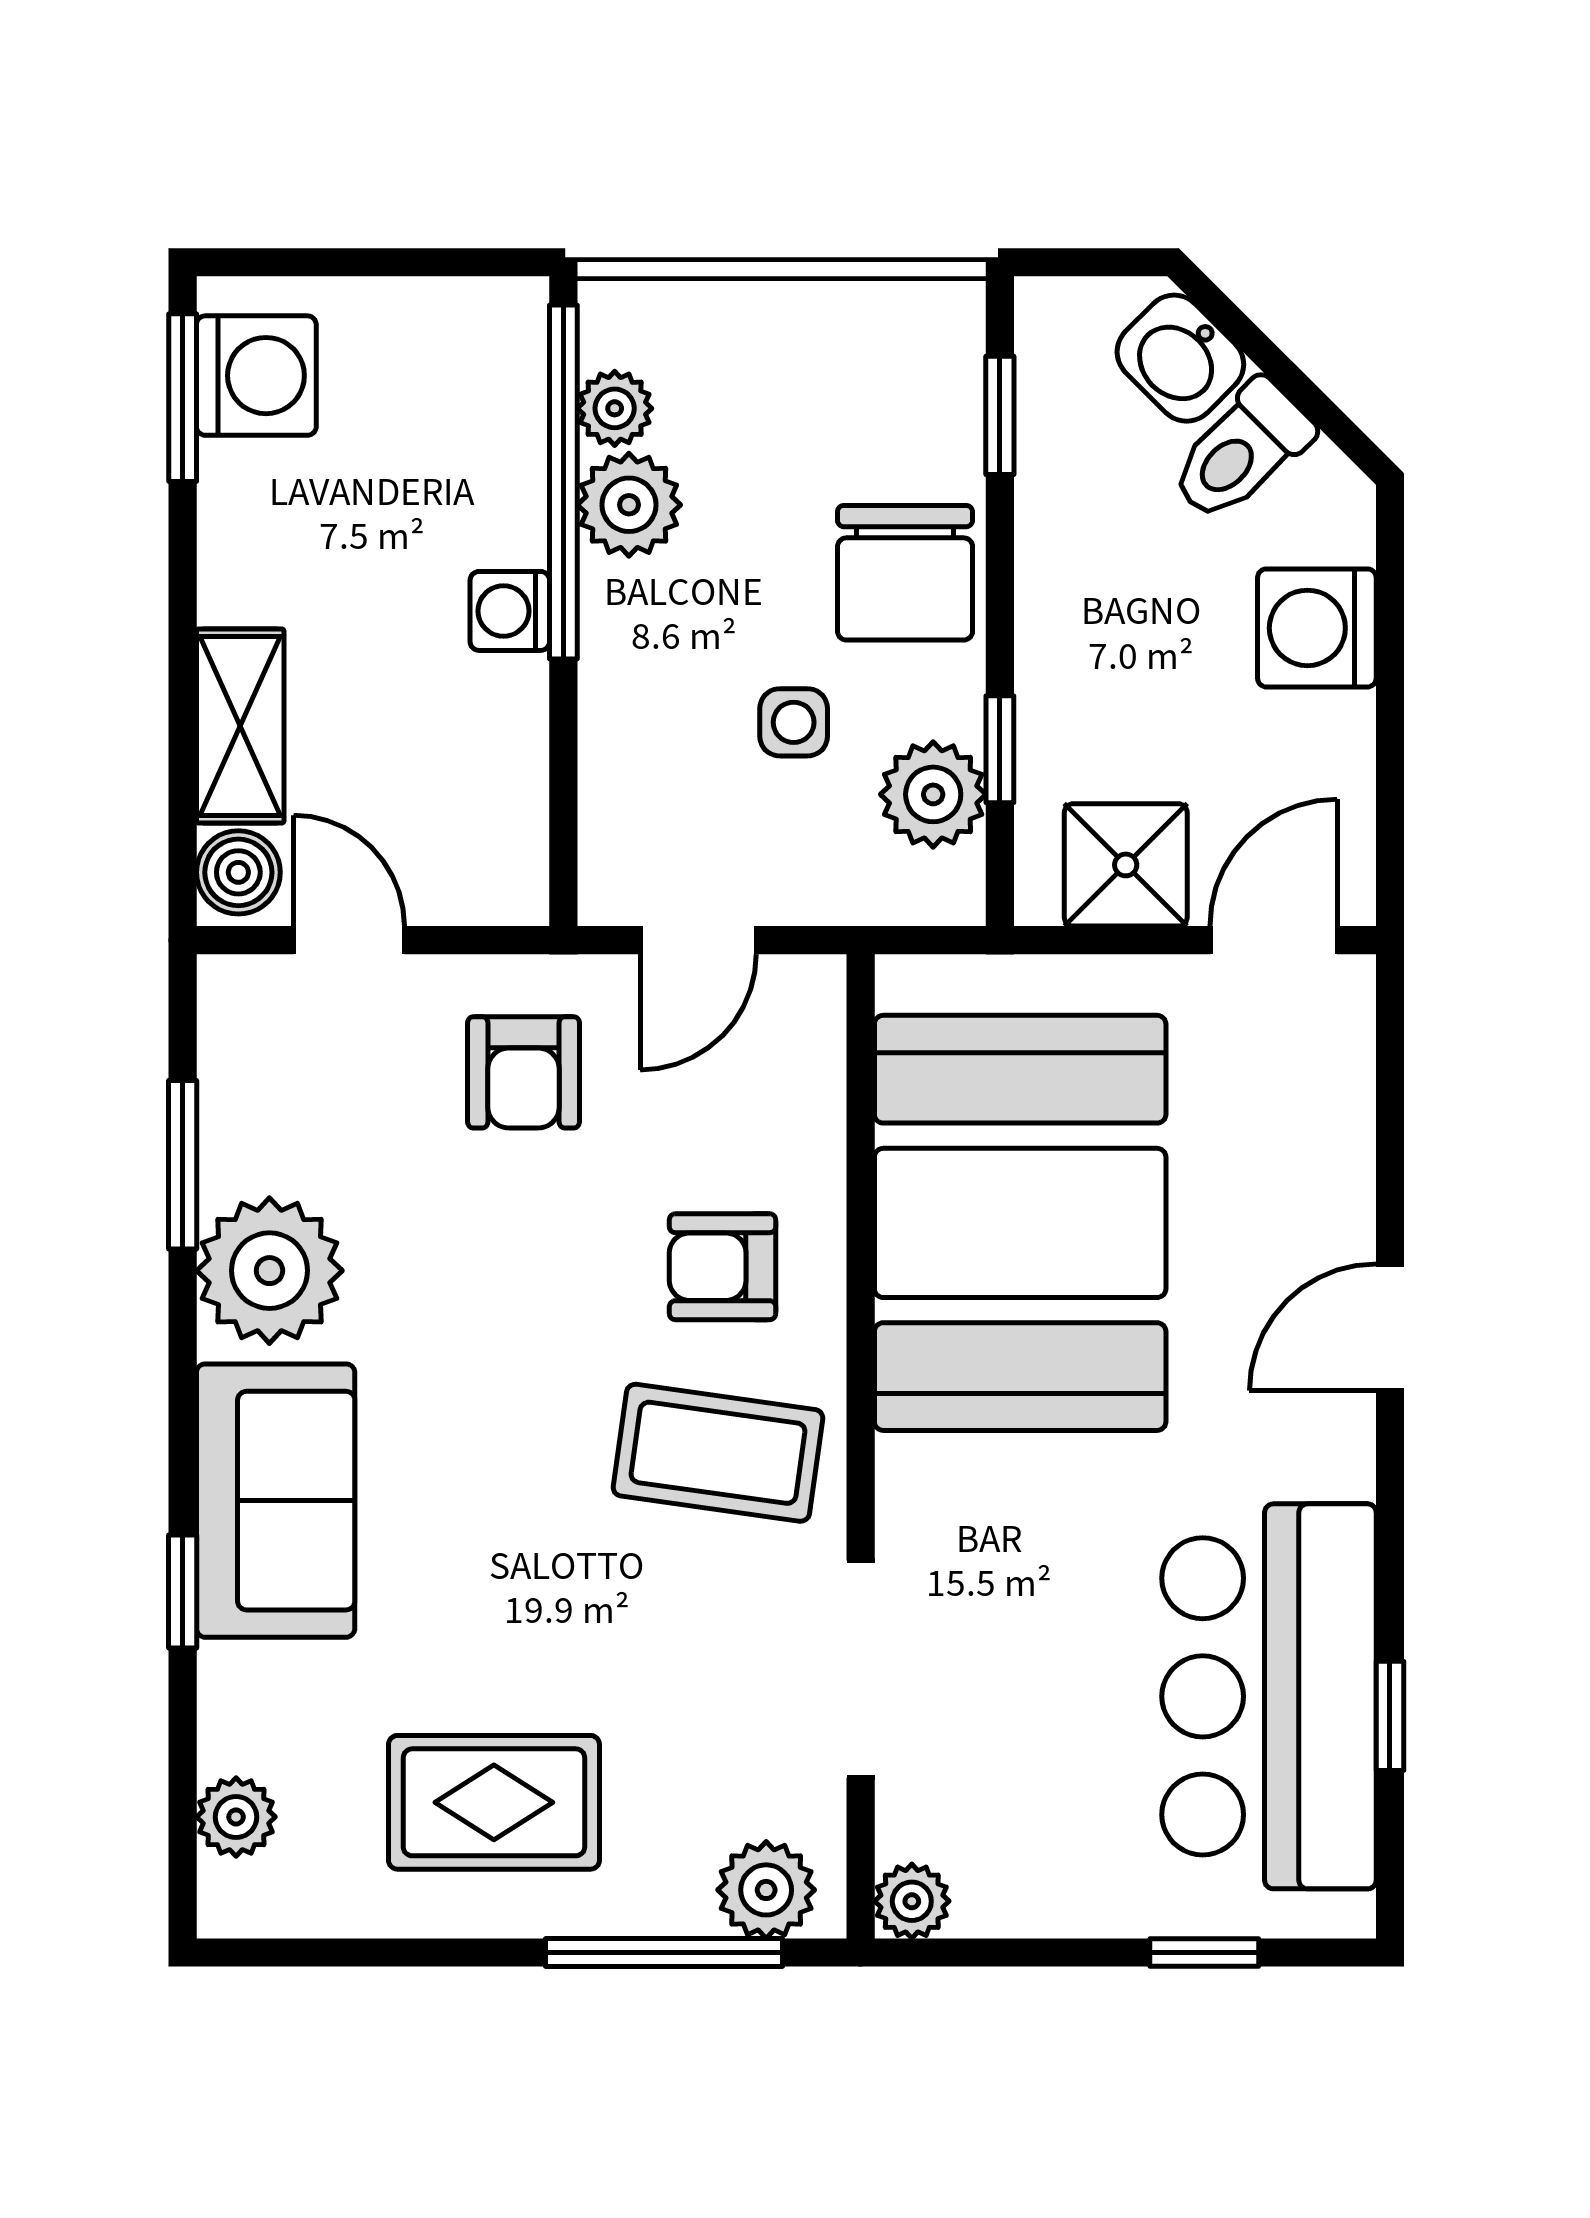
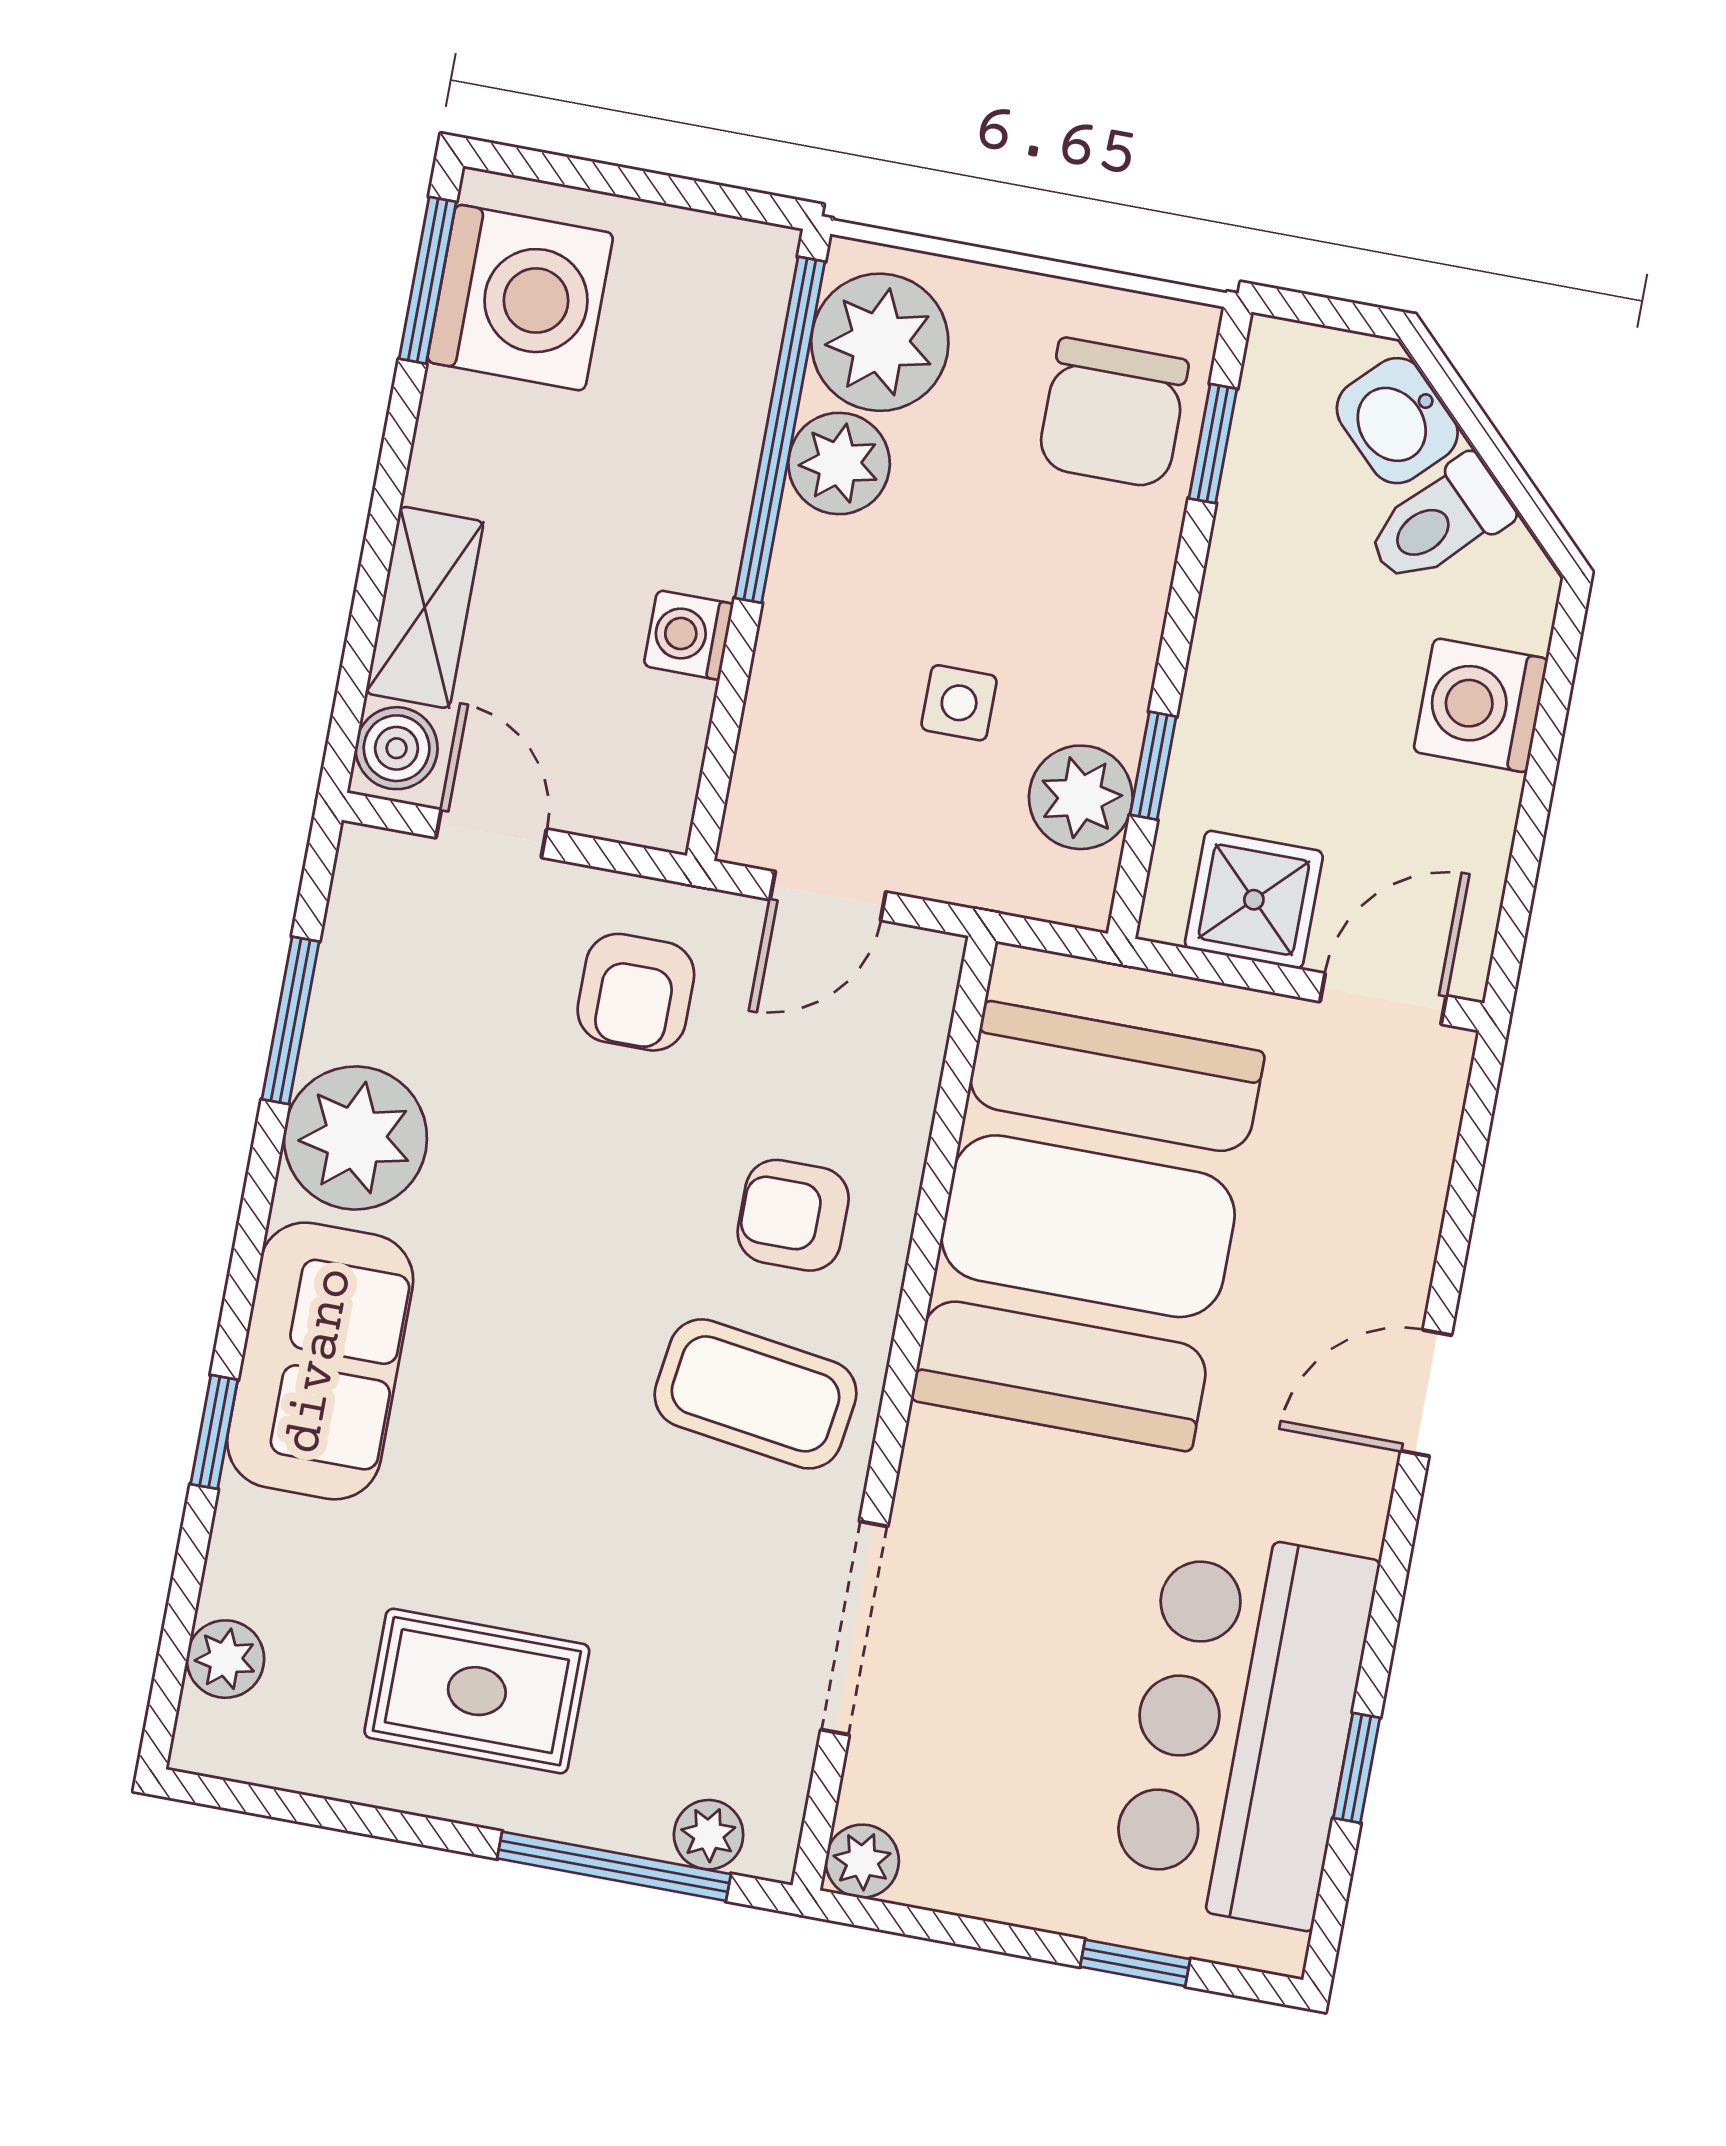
washing machine: (256, 376) -> (520, 298), width x1.37, depth x1.37
plant: (615, 408) -> (880, 342), width x1.88, depth x1.88
chair: (905, 573) -> (1113, 413), moved
washing machine: (510, 611) -> (688, 635), moved
plant: (766, 1890) -> (709, 1835), width x0.73, depth x0.73

